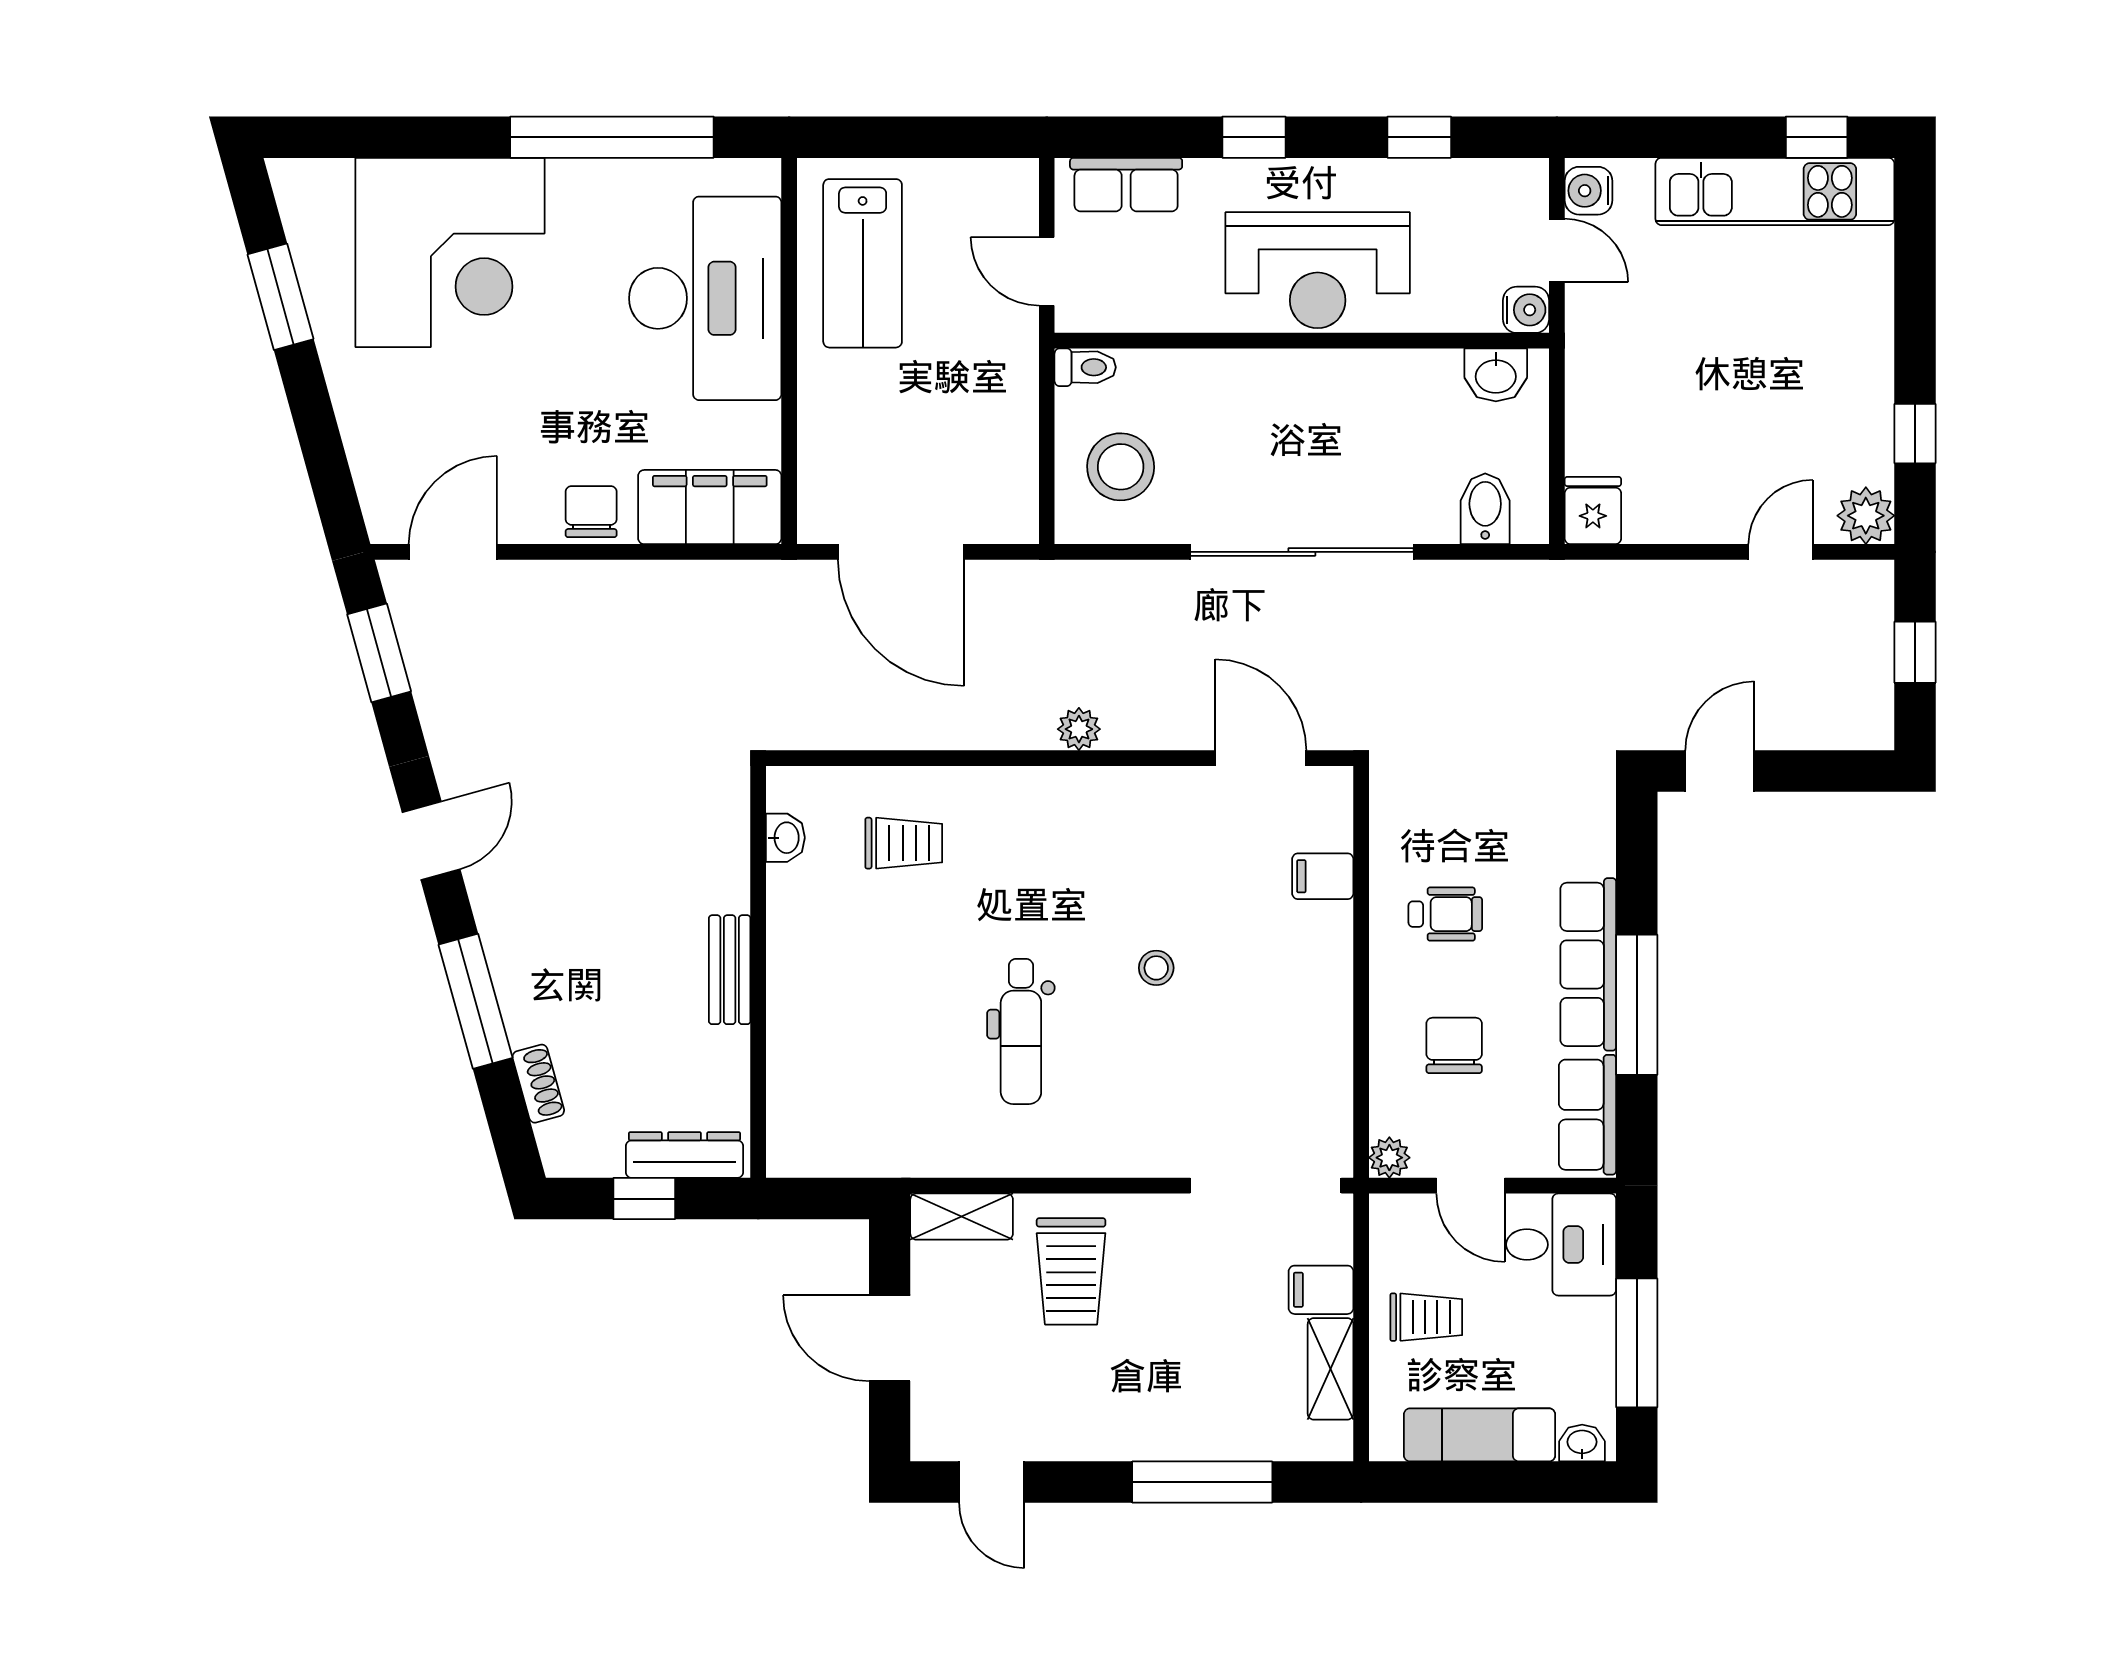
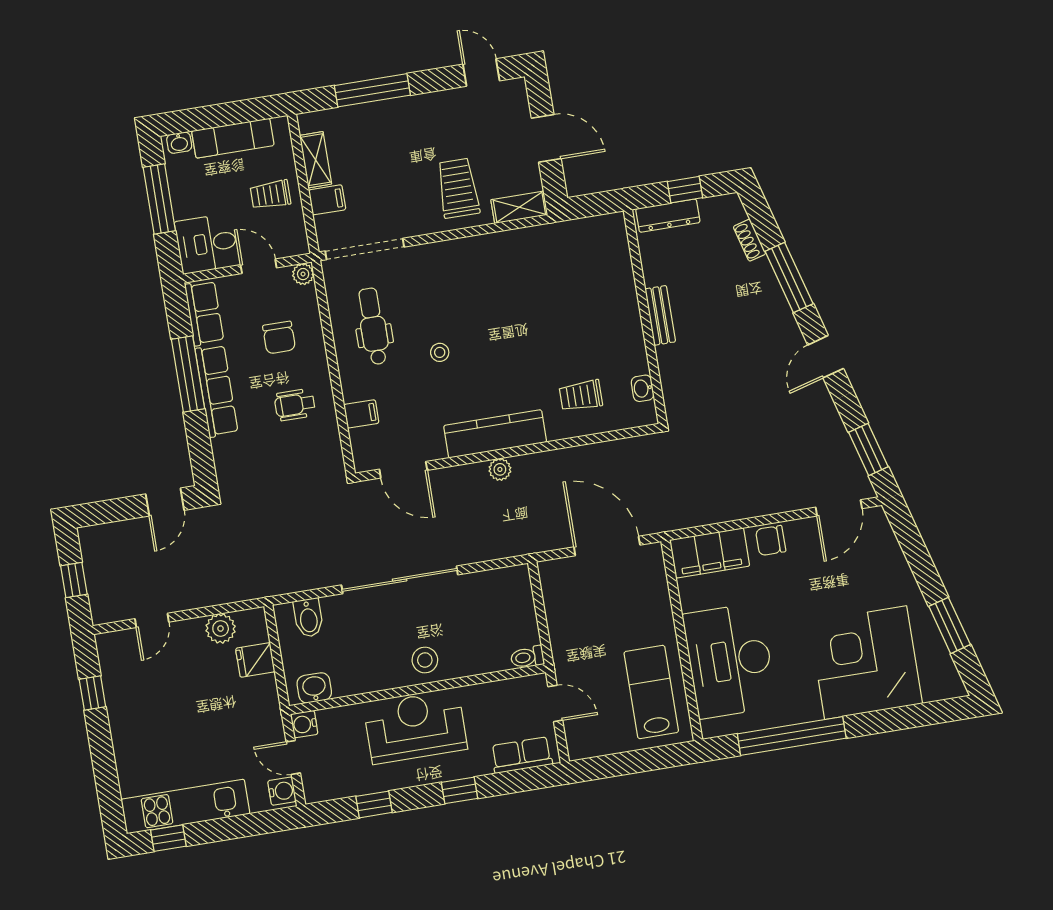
stool: (1121, 467) -> (425, 660), moved, width x0.73, depth x0.73
fridge: (1593, 510) -> (255, 660), moved, turned 90
chair: (591, 512) -> (771, 541), turned 90
plant: (1866, 516) -> (221, 628), moved
kitchen counter: (1077, 797) -> (495, 434), added
dental chair: (1021, 1031) -> (373, 326), moved

